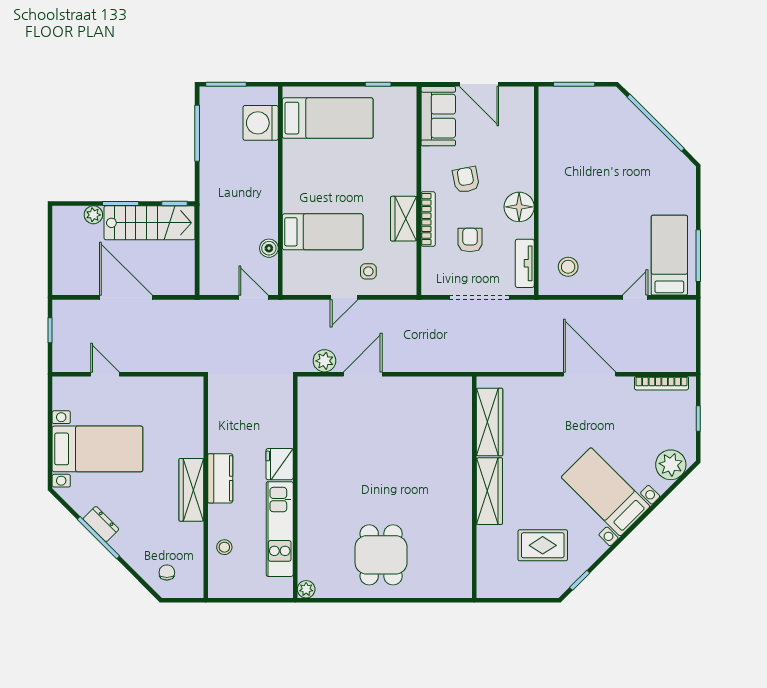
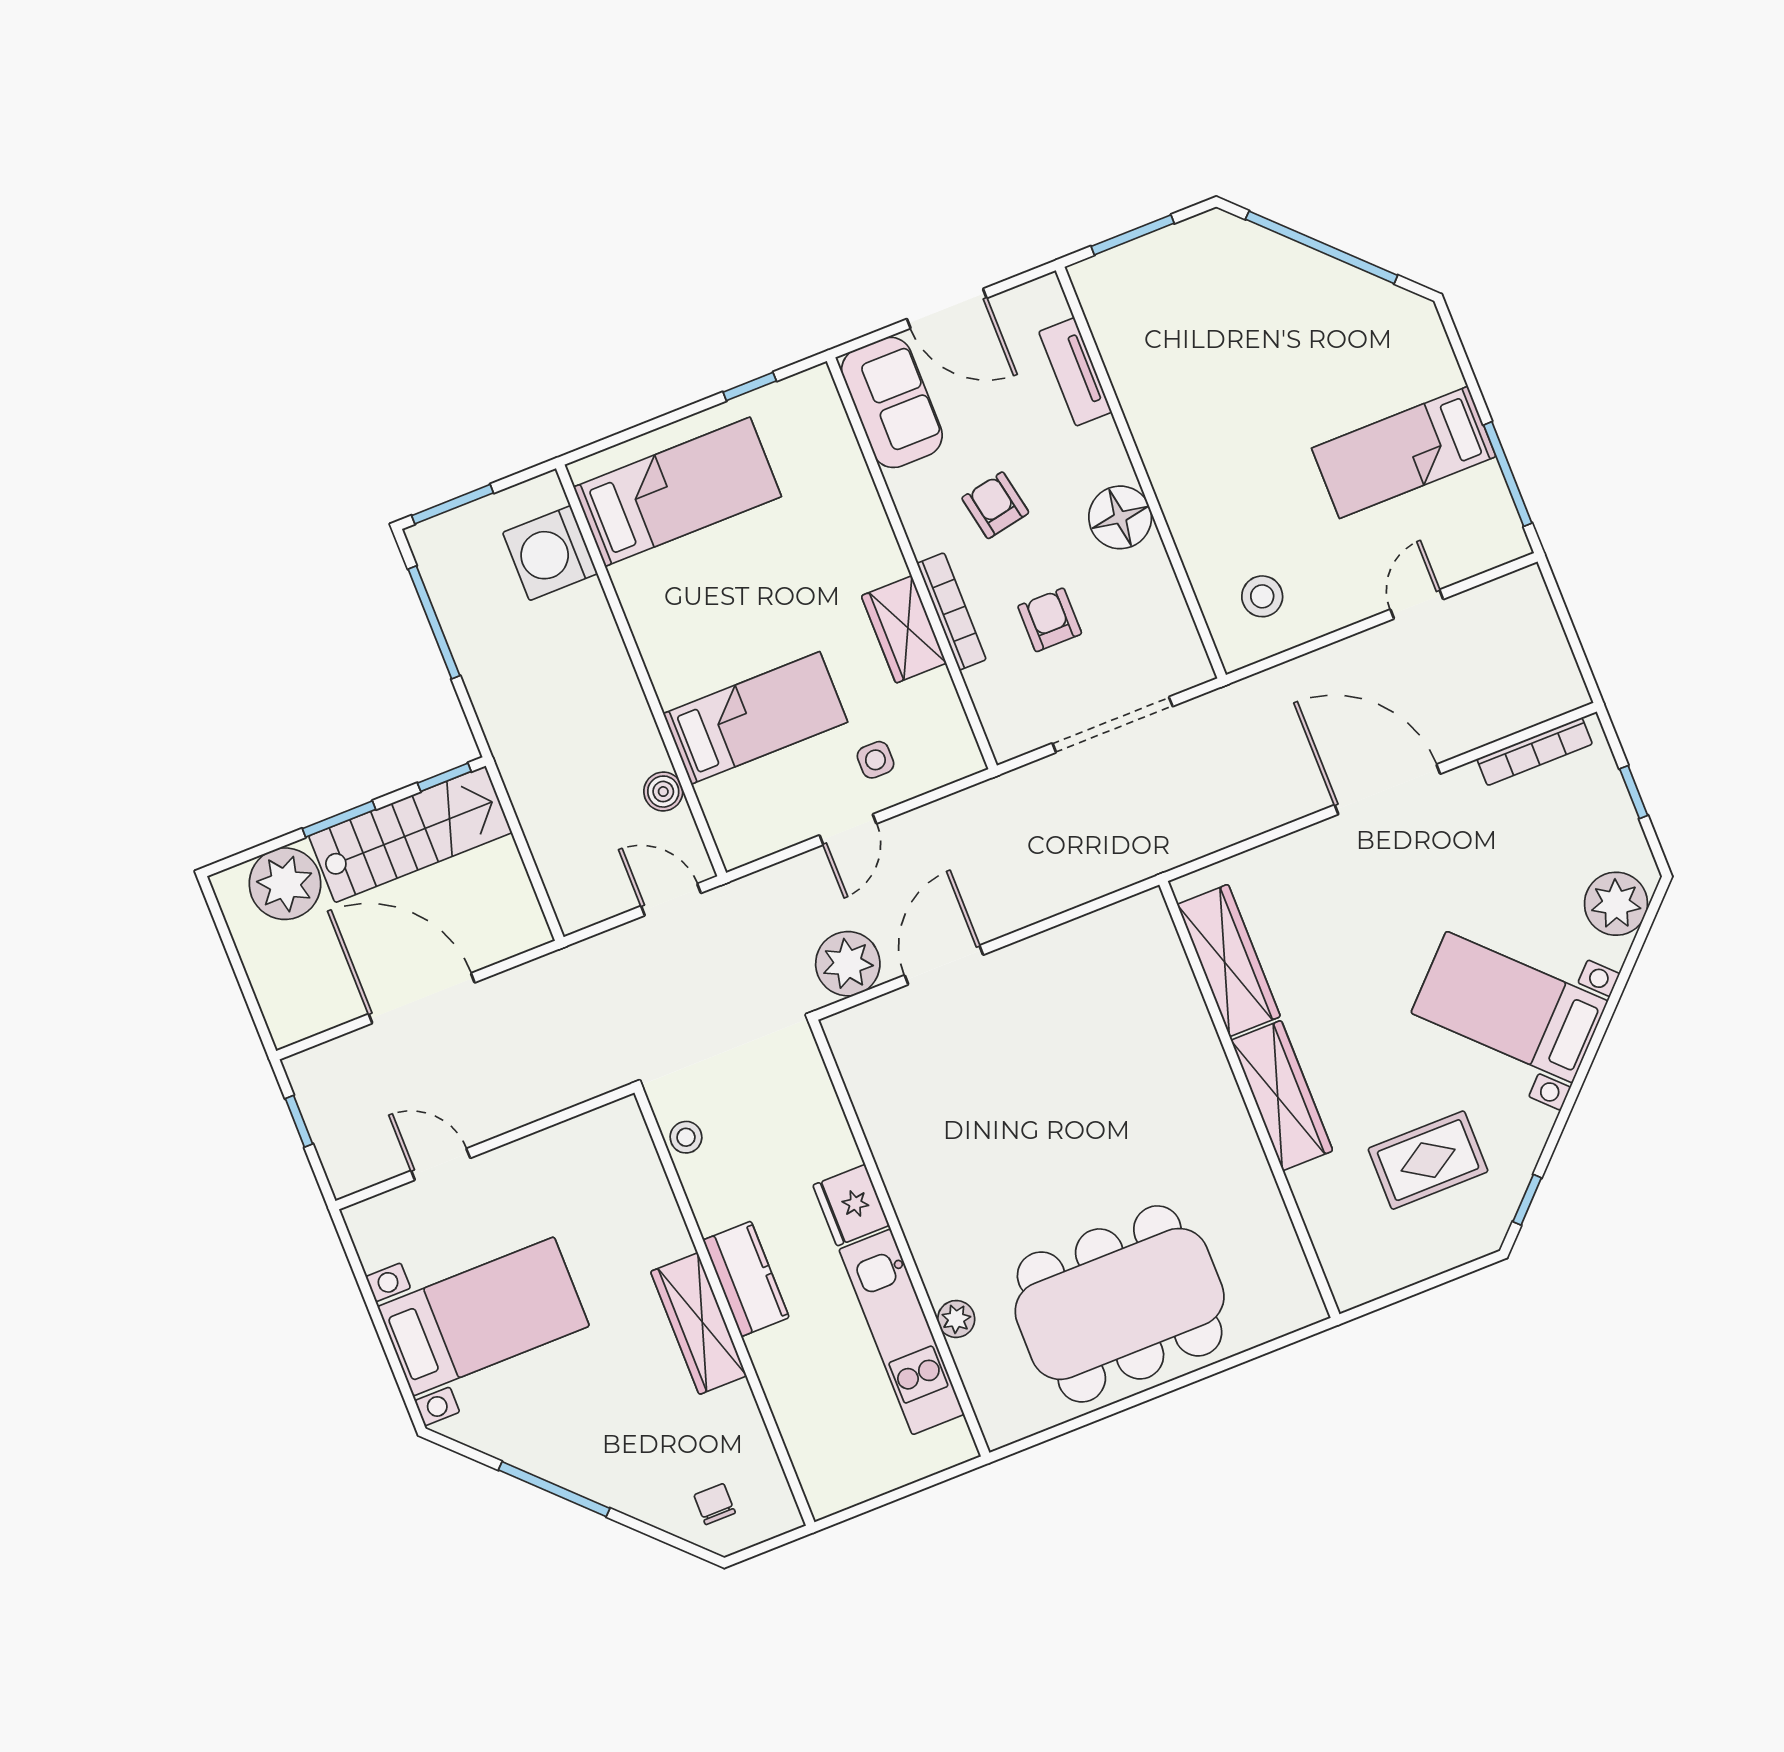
plant: (93, 215) -> (285, 884), width x1.88, depth x1.88
bed: (669, 255) -> (1404, 452), moved, turned -90
tv unit: (525, 263) -> (1075, 372), moved
plant: (324, 361) -> (848, 964), width x1.36, depth x1.36
dresser: (101, 524) -> (548, 1460), removed
stool: (224, 547) -> (686, 1137), moved
dining table: (381, 555) -> (1120, 1304), width x1.88, depth x1.24
plant: (306, 589) -> (956, 1319), moved

